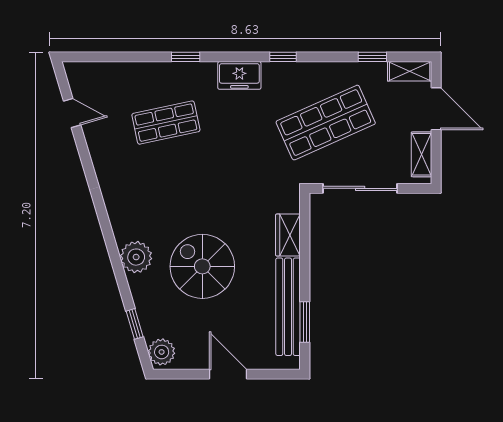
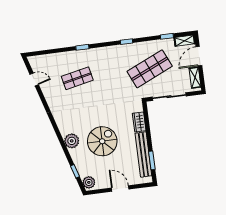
freezer: (239, 75) -> (108, 53), removed
door: (436, 109) -> (199, 56), swing flipped
spiral stairs: (202, 266) -> (102, 141), turned 90

